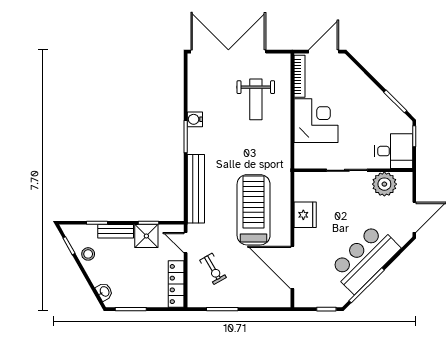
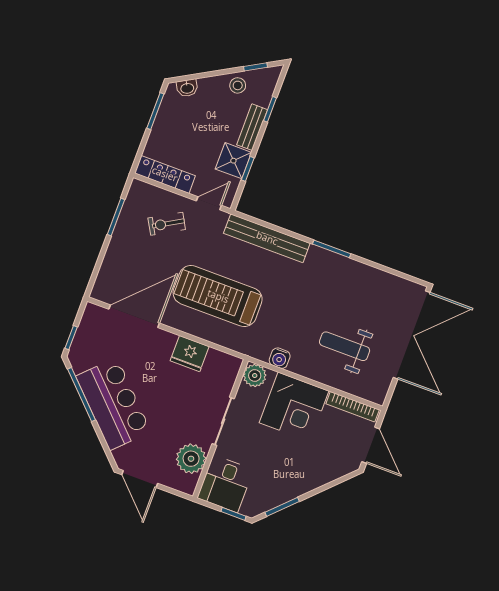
water cooler: (195, 119) -> (280, 358), moved, turned 180
plant: (303, 159) -> (255, 376), added
treadmill: (254, 210) -> (218, 296), turned 180

